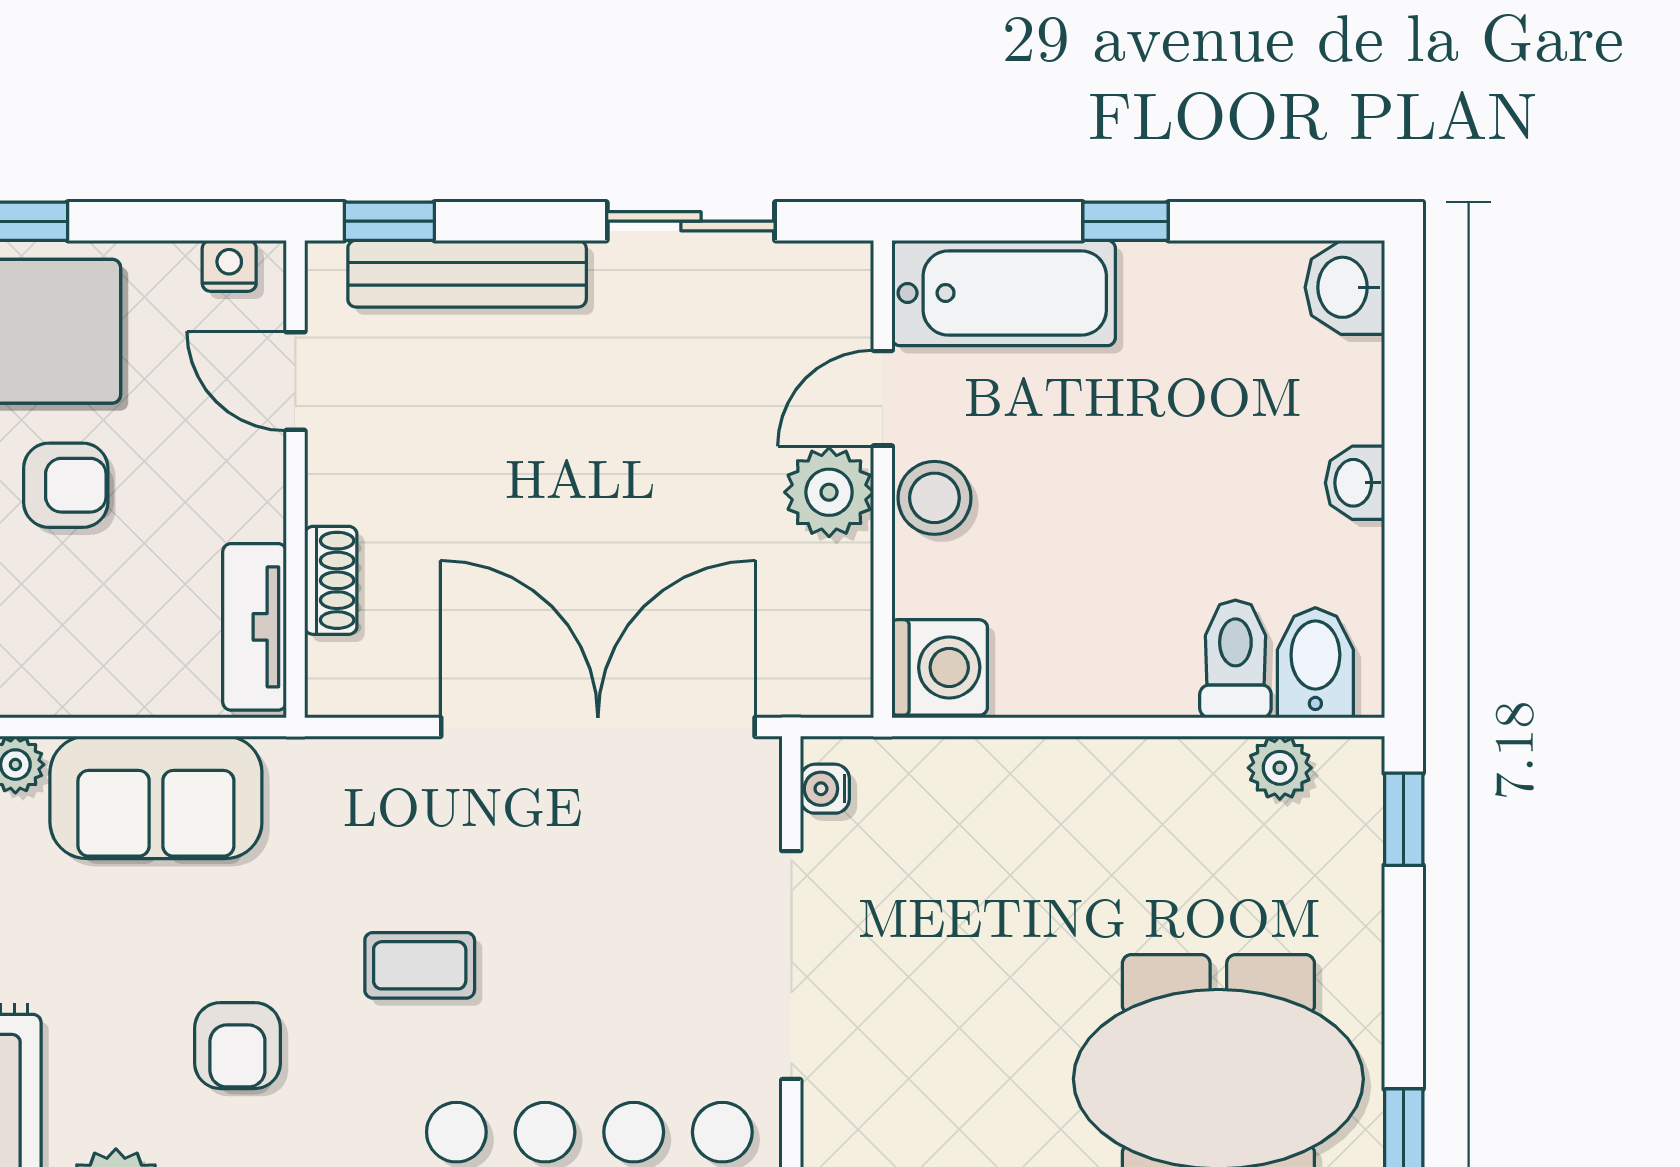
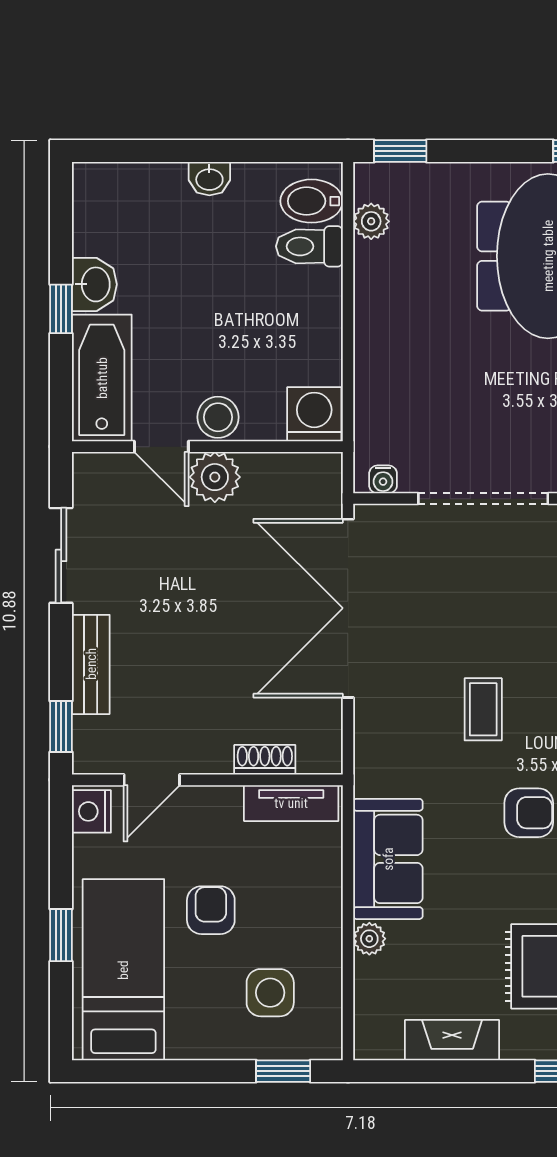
nightstand: (229, 266) -> (91, 811), width x1.39, depth x1.35
bench: (467, 274) -> (91, 664), width x0.73
washbasin: (1345, 287) -> (94, 284), moved, turned -90

